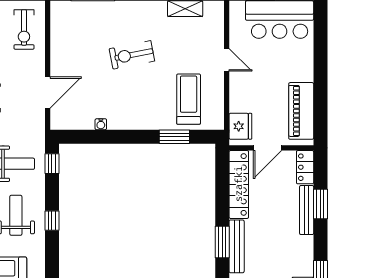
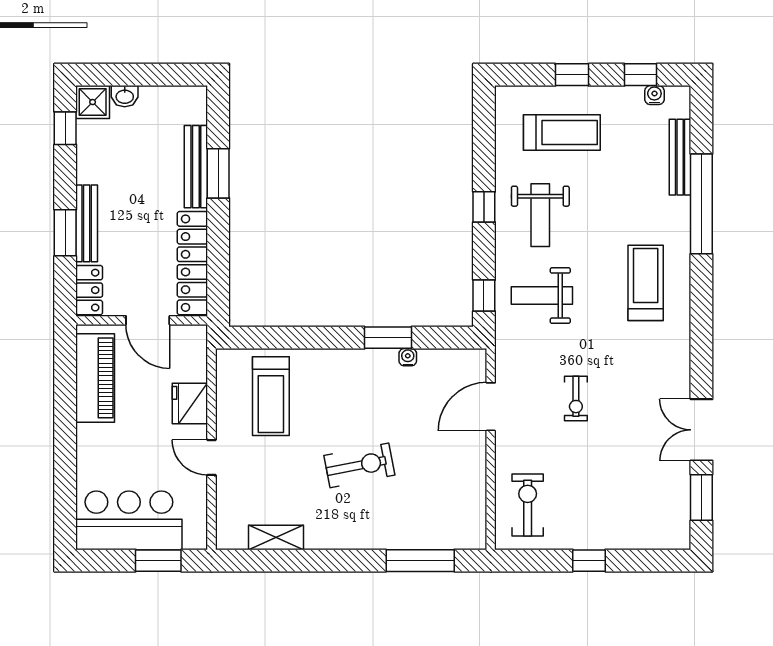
fridge: (240, 126) -> (190, 404), moved
window: (174, 137) -> (388, 338), moved
door: (268, 148) -> (148, 320), swing flipped

